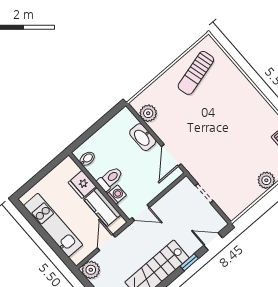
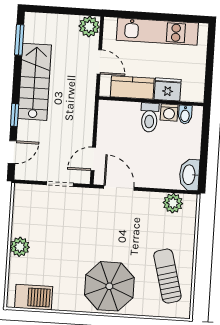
parasol: (237, 102) -> (109, 286), added
washbasin: (143, 137) -> (189, 175), moved, turned -90
washing machine: (117, 194) -> (169, 112), moved
door: (141, 213) -> (93, 159), moved

